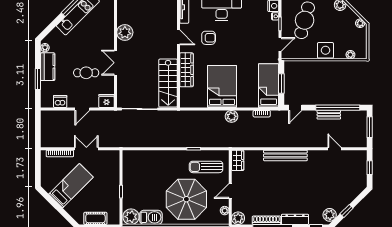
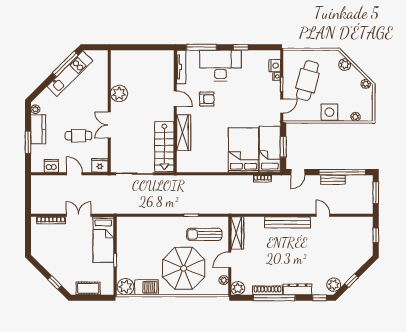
bed: (222, 86) -> (243, 150), moved
door: (82, 109) -> (74, 174), swing flipped
plant: (231, 116) -> (231, 181), removed
door: (335, 149) -> (323, 215), moved
wardrobe: (238, 160) -> (237, 233), width x1.50
bed: (71, 186) -> (103, 240), moved, turned 135
window: (63, 213) -> (55, 282), added

